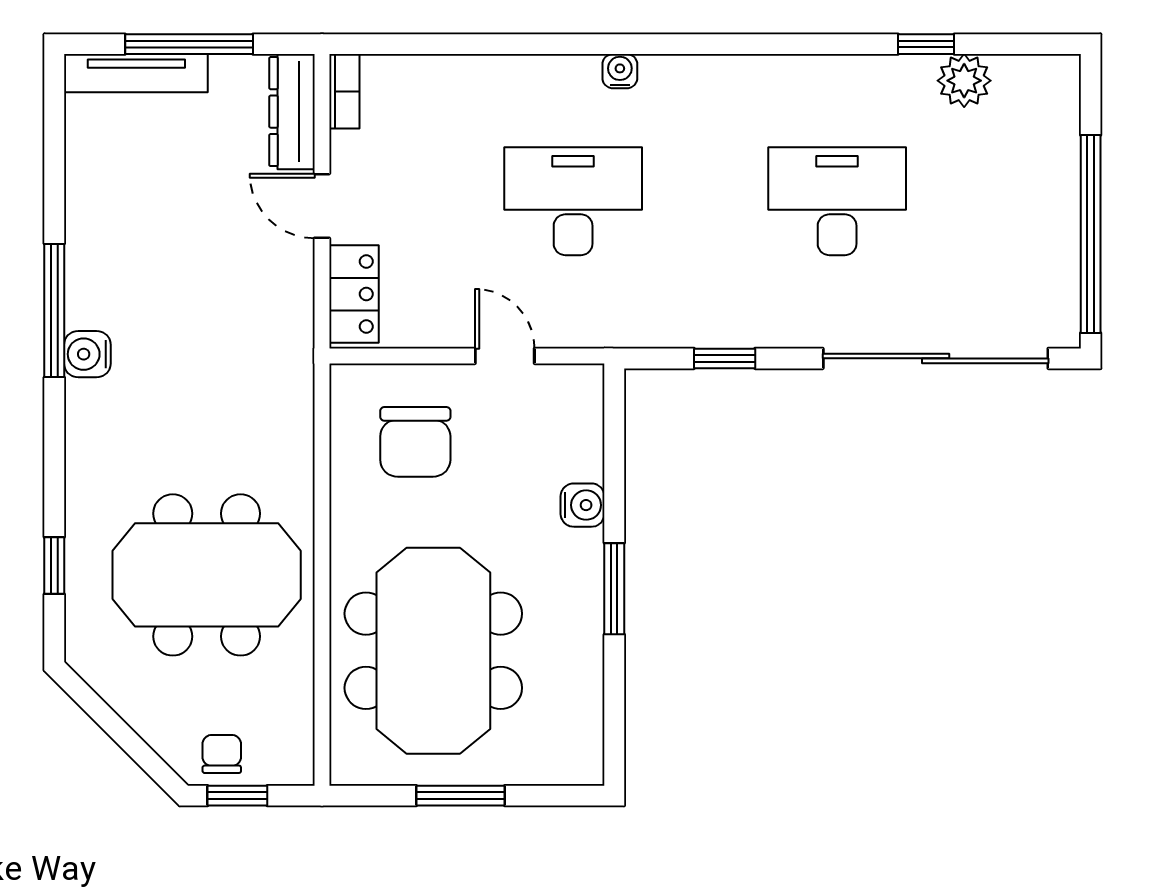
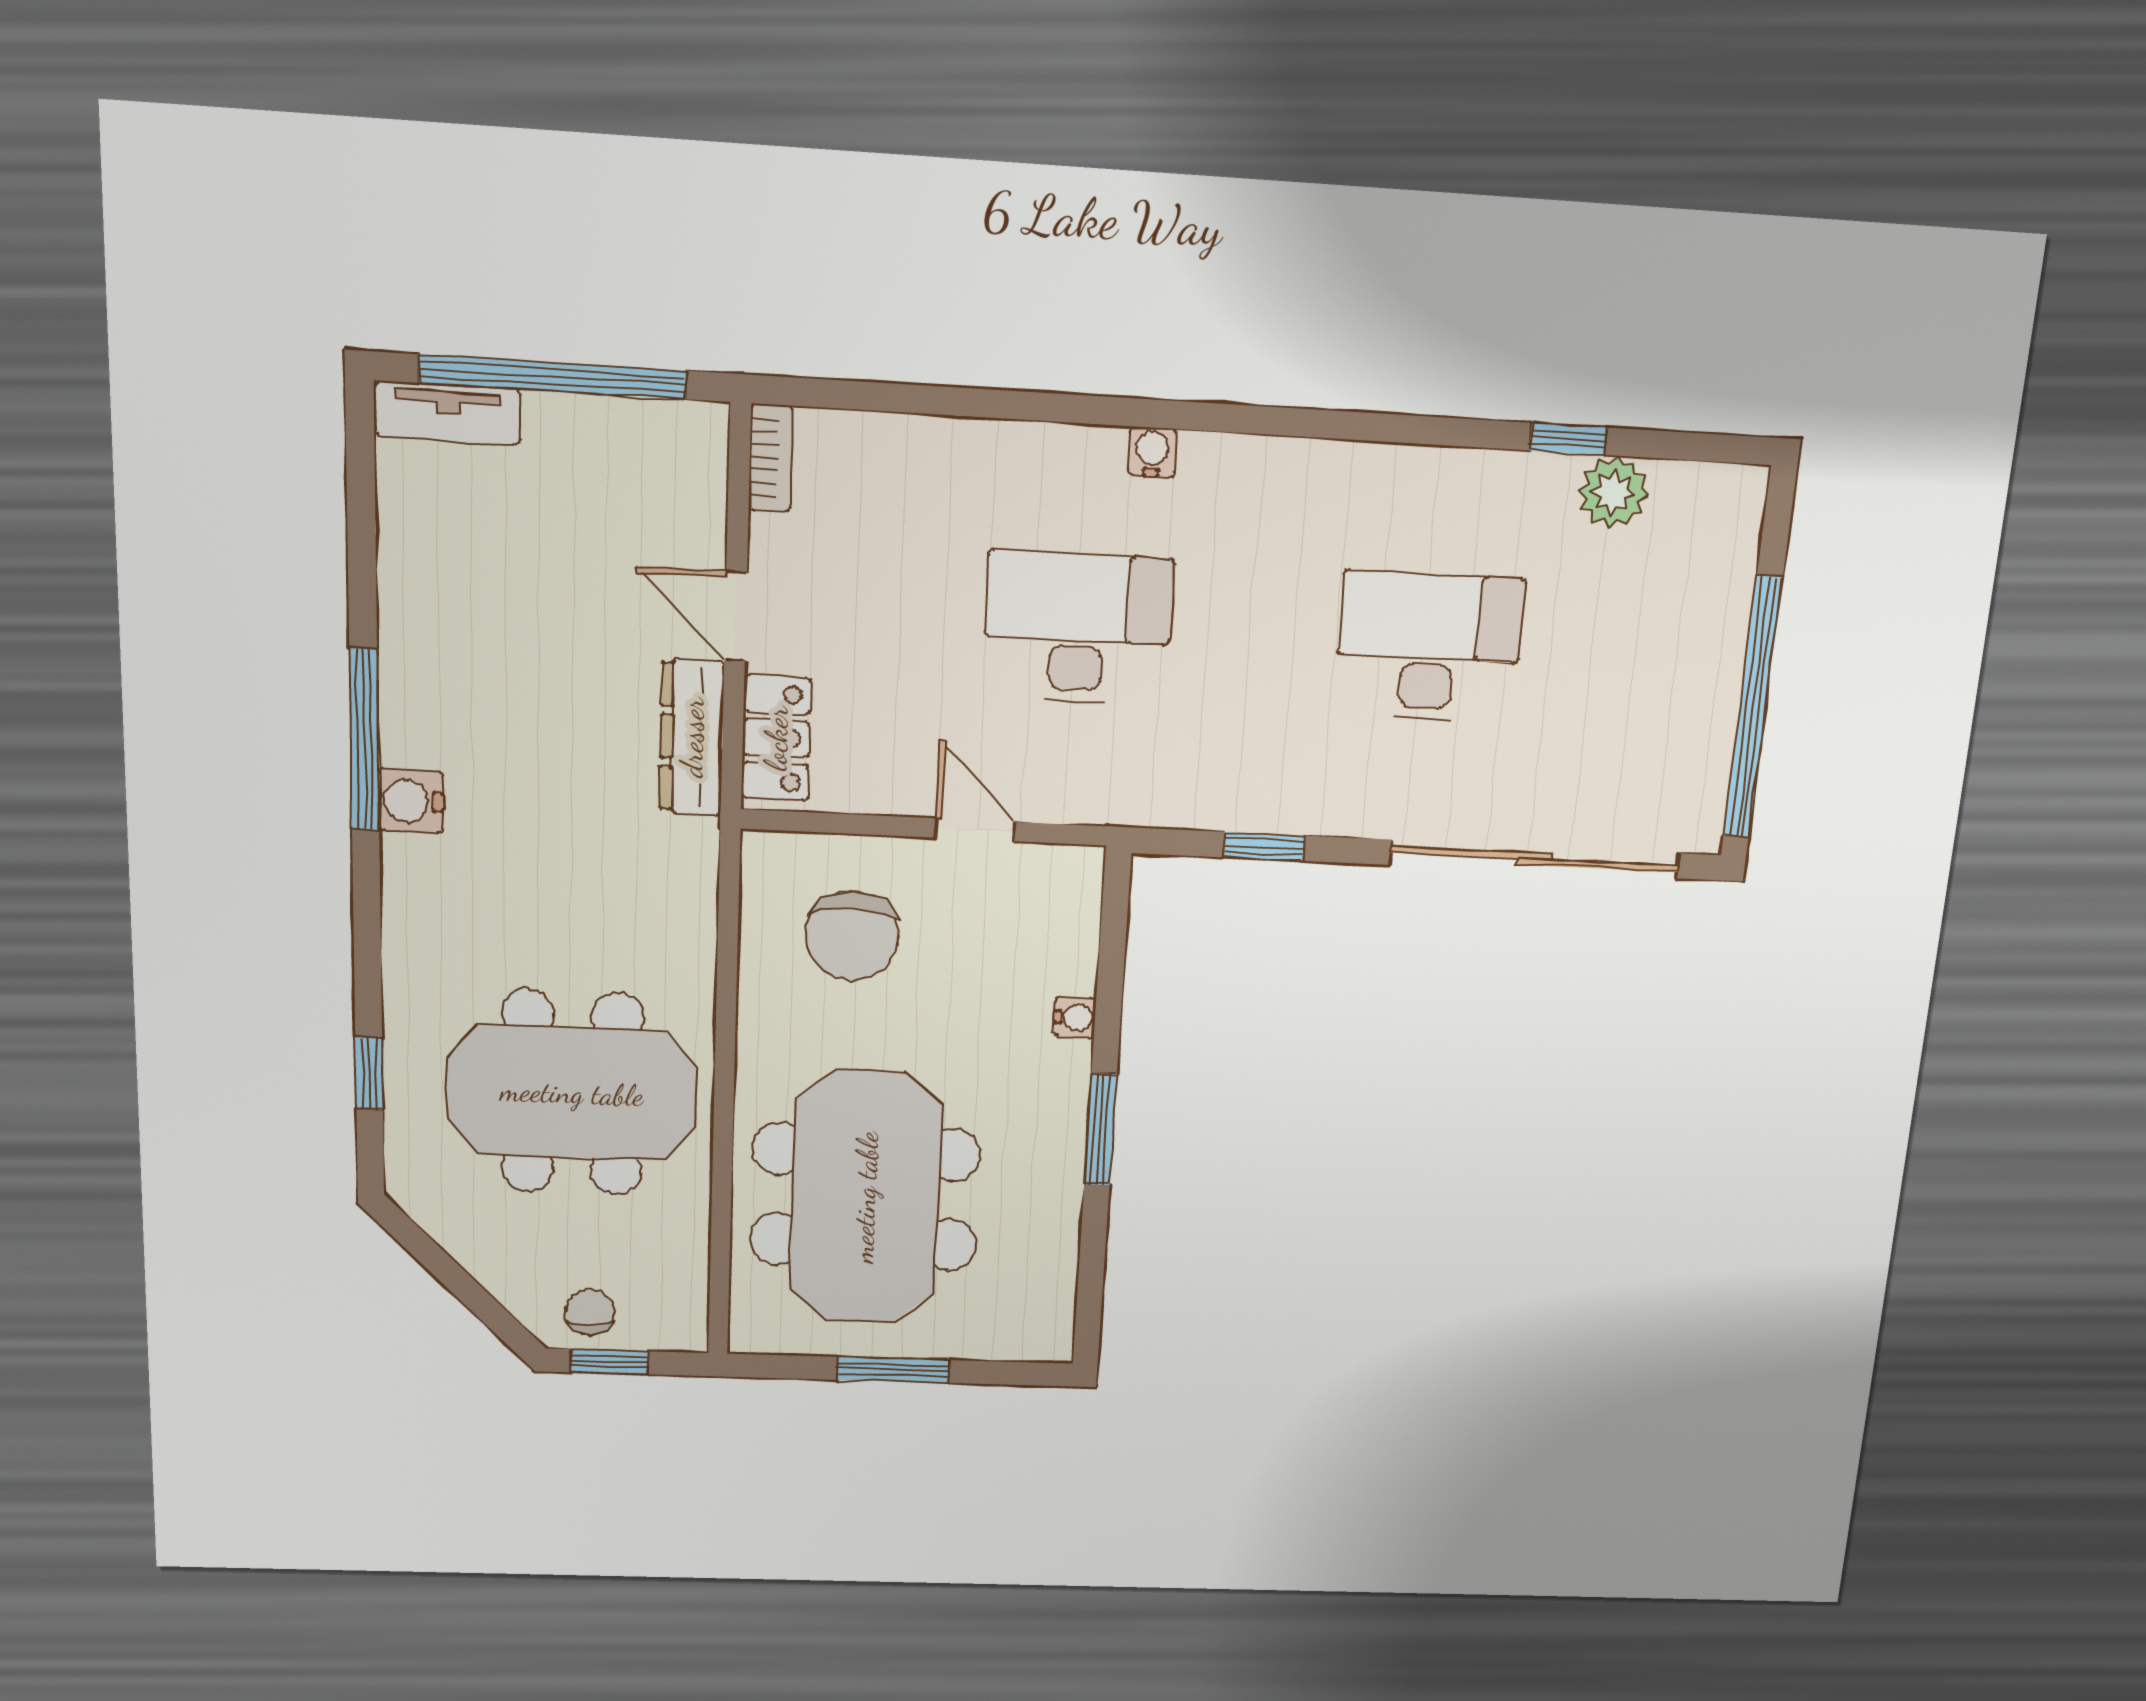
window: (189, 44) -> (553, 377), width x1.46
tv unit: (136, 73) -> (448, 413), width x0.71
dresser: (292, 112) -> (692, 737), moved
water cooler: (583, 505) -> (1075, 1018), width x0.72, depth x0.72

